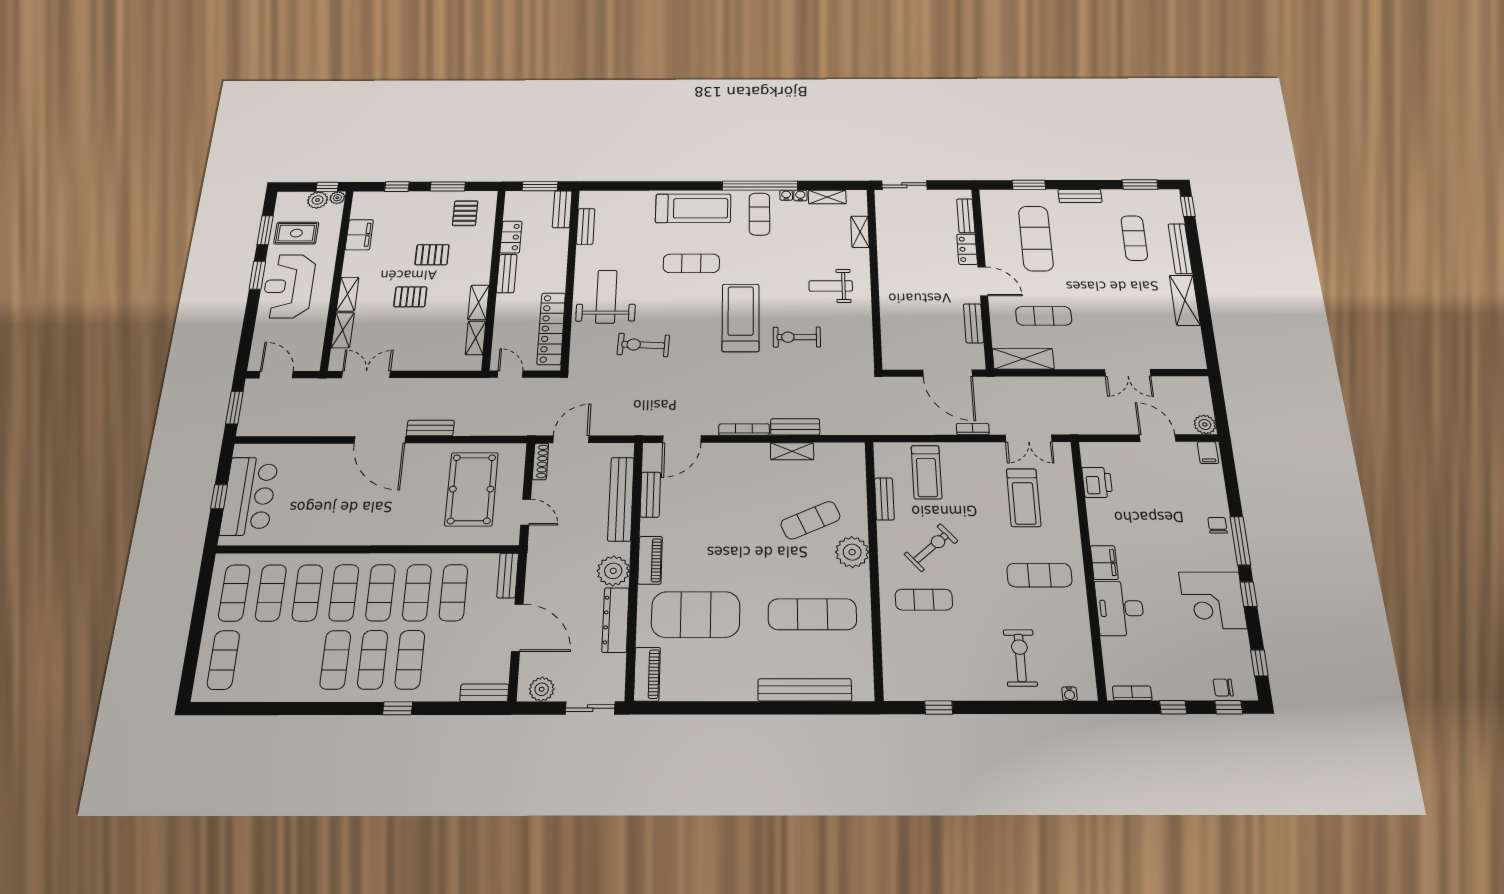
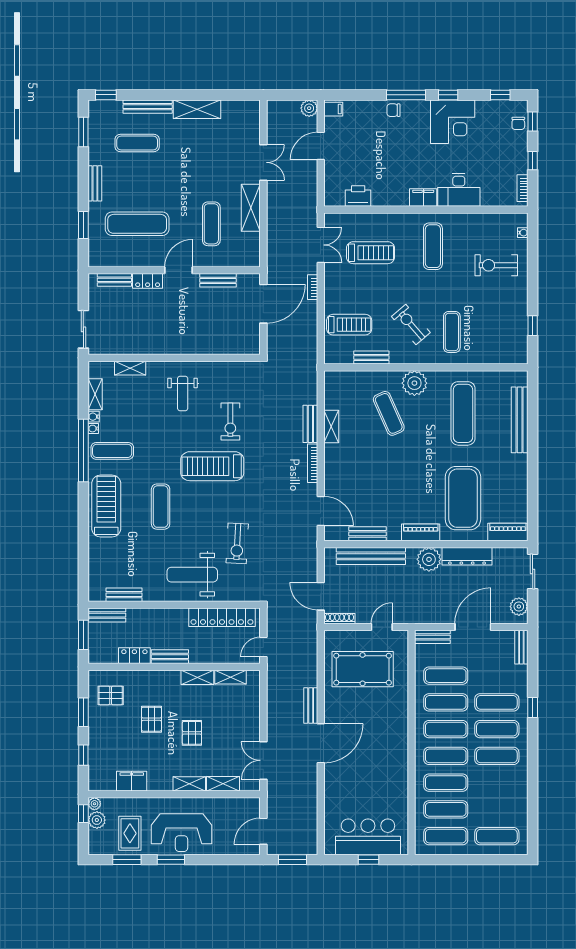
shelving: (1023, 359) -> (251, 208), moved

